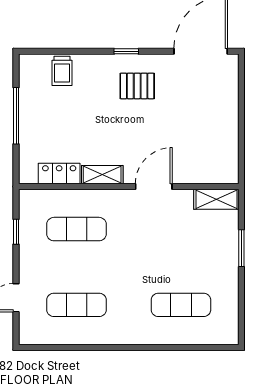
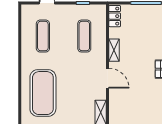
locker: (59, 173) -> (115, 16), moved
exercise mat: (181, 305) -> (43, 93), width x2.00, depth x1.45

